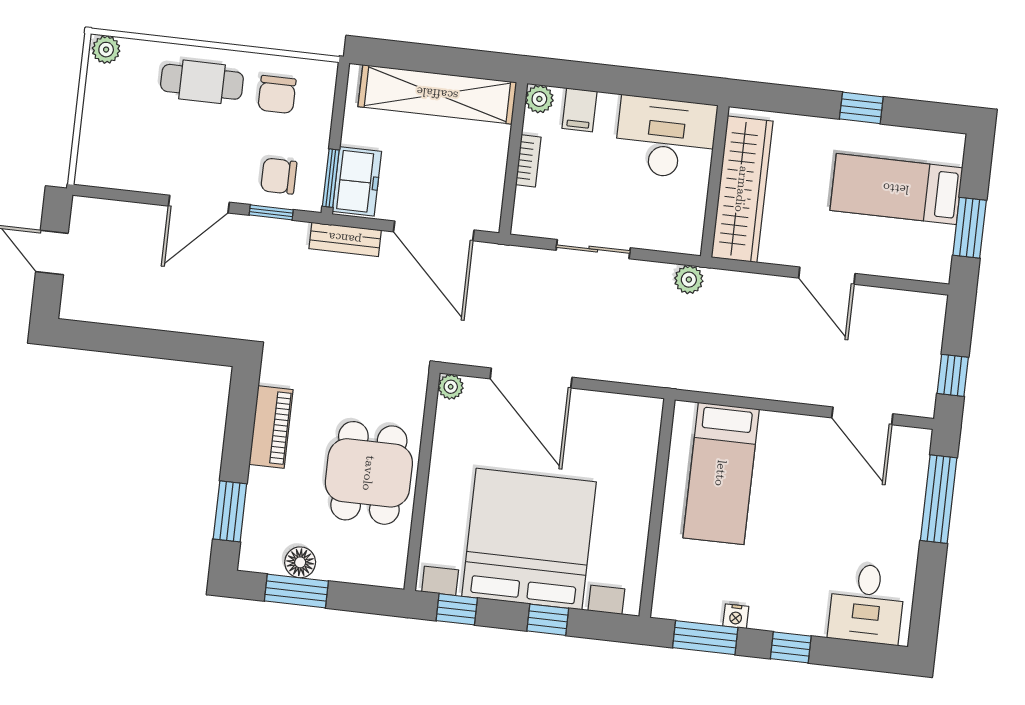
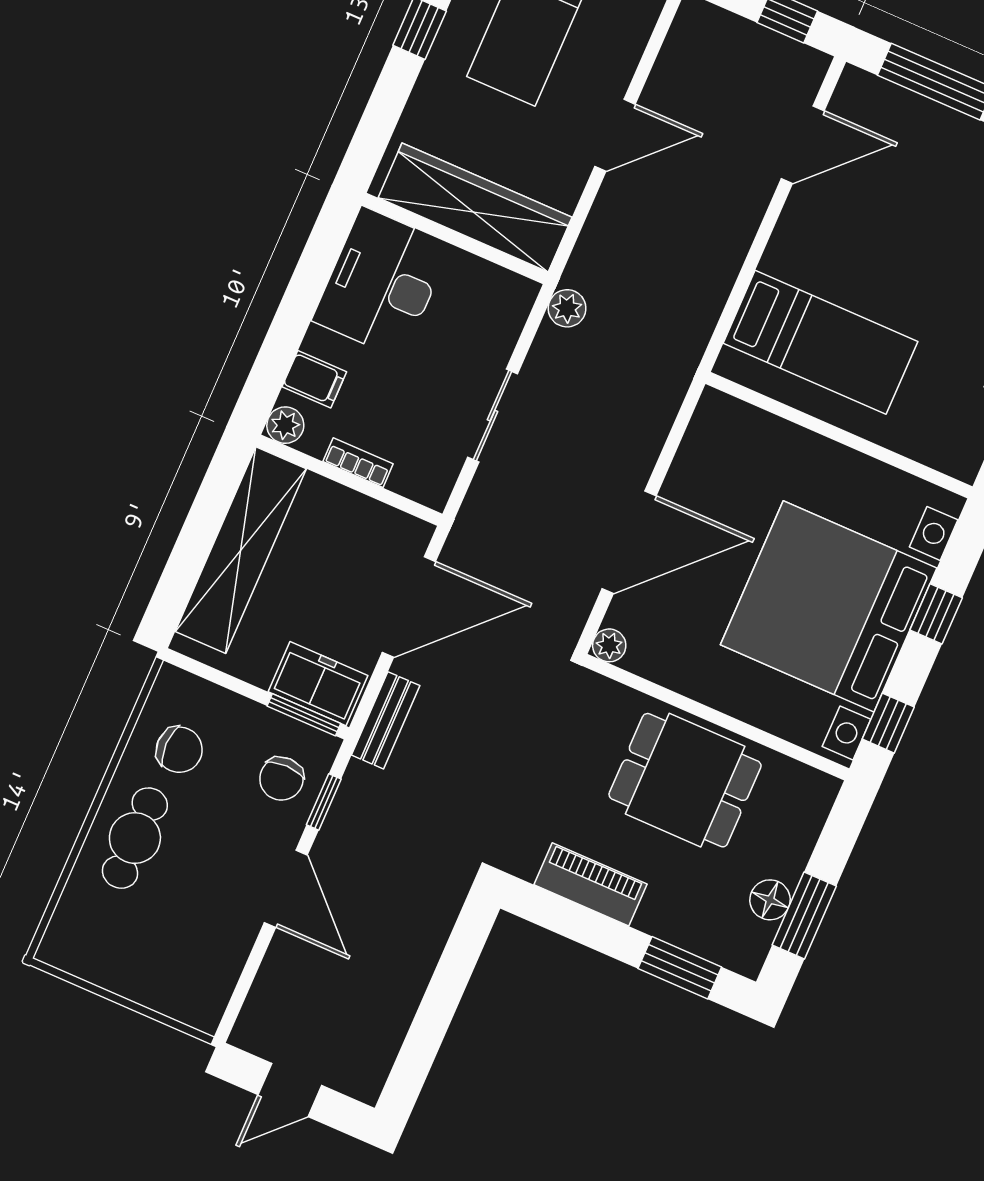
plant: (106, 50) -> (58, 945), removed

